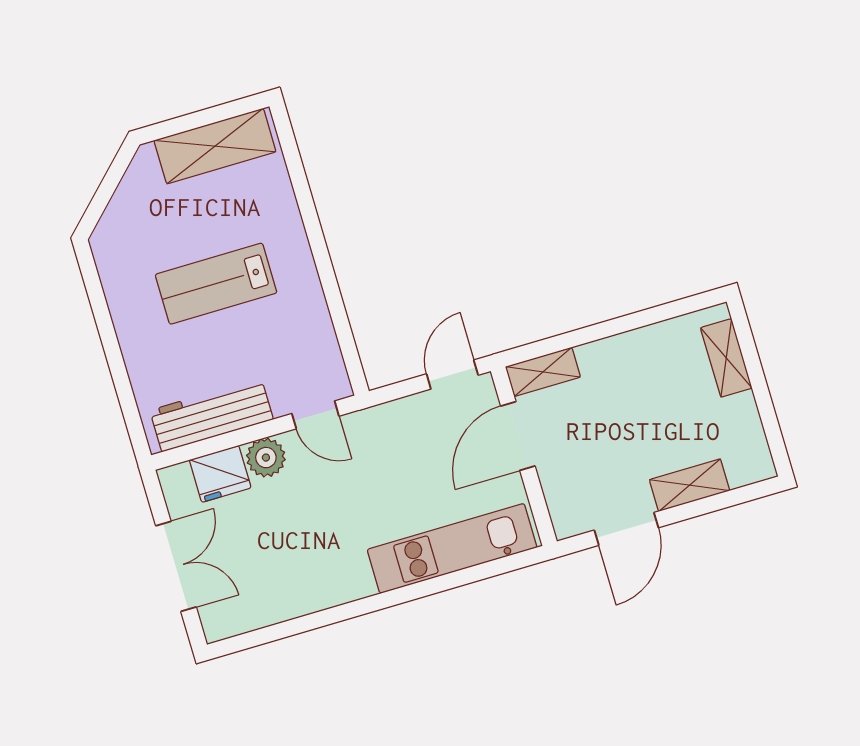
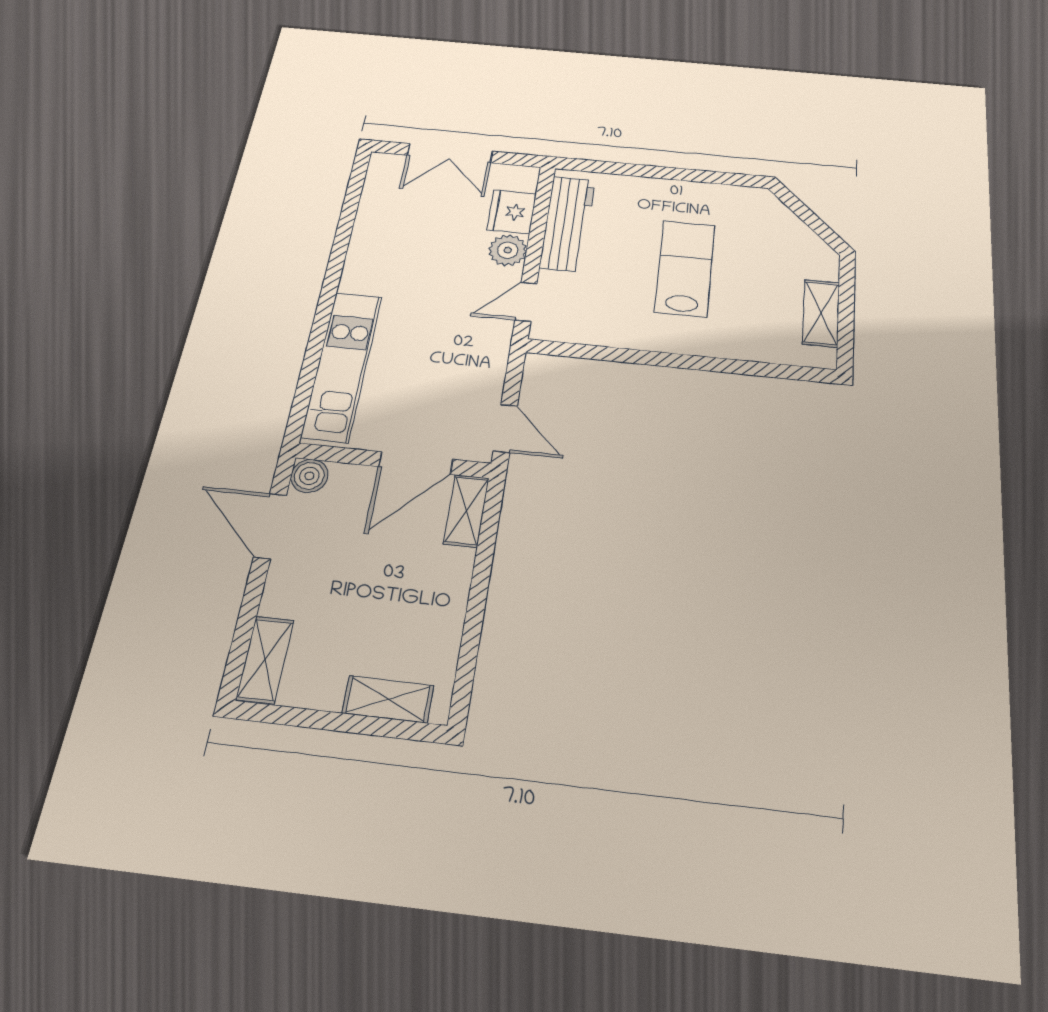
shelving: (215, 146) -> (821, 313), width x0.67, depth x0.75
door: (518, 436) -> (416, 463), swing flipped
shelving: (690, 485) -> (265, 660), moved
boiler: (568, 521) -> (309, 476), added

